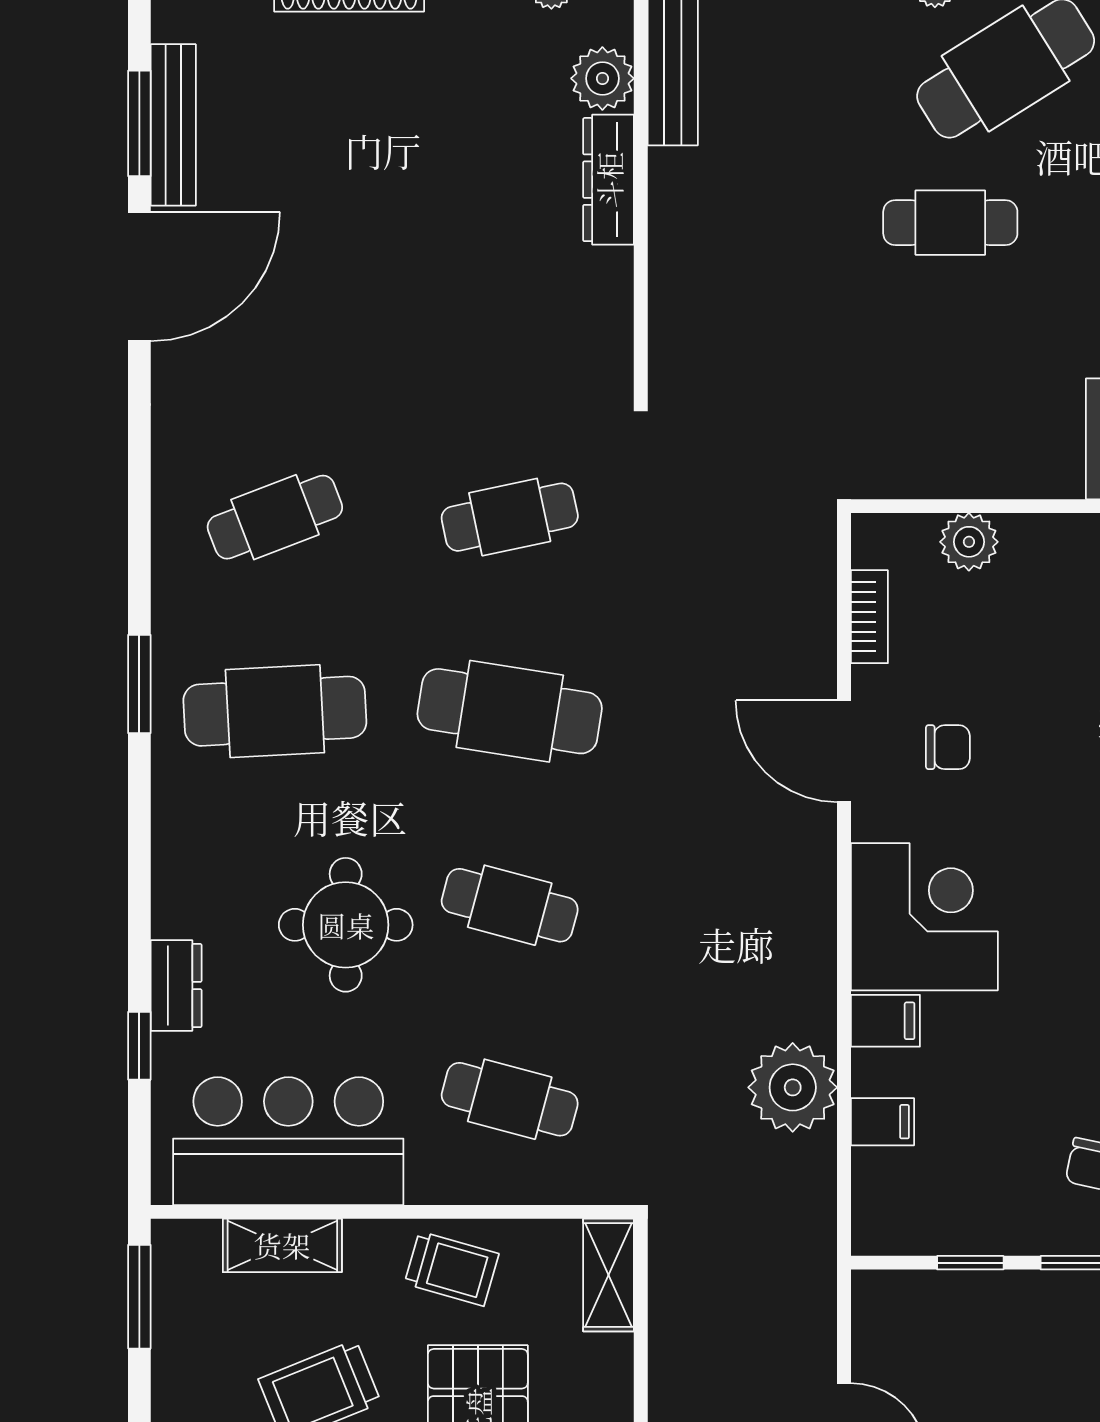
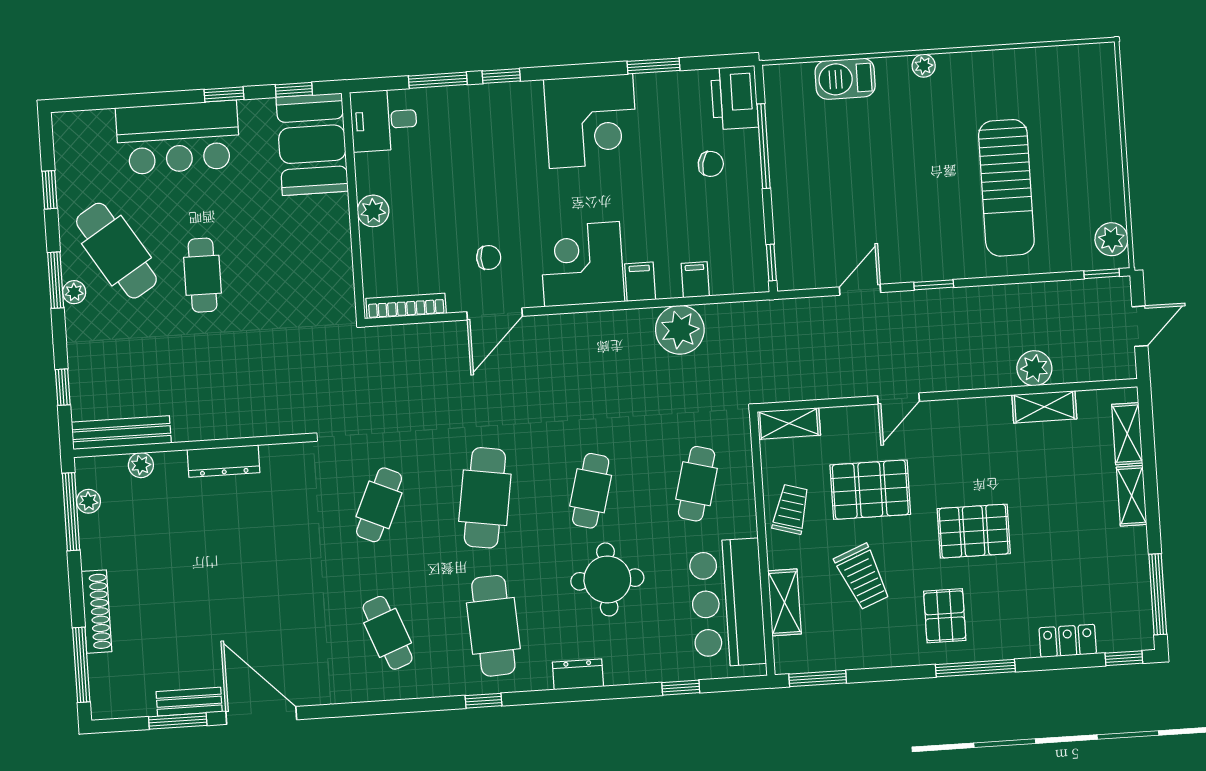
plant: (602, 78) -> (141, 465), width x0.73, depth x0.73
bench: (173, 125) -> (189, 702), width x0.73
dresser: (609, 180) -> (223, 461), moved
cafe table: (510, 517) -> (379, 505), turned 36
plant: (969, 542) -> (373, 211), moved
bookcase: (869, 617) -> (406, 306), width x1.56
window: (139, 684) -> (484, 701), width x0.67
chair: (948, 747) -> (489, 258), turned 90
dresser: (176, 986) -> (578, 674), moved
window: (970, 1263) -> (771, 263), moved

